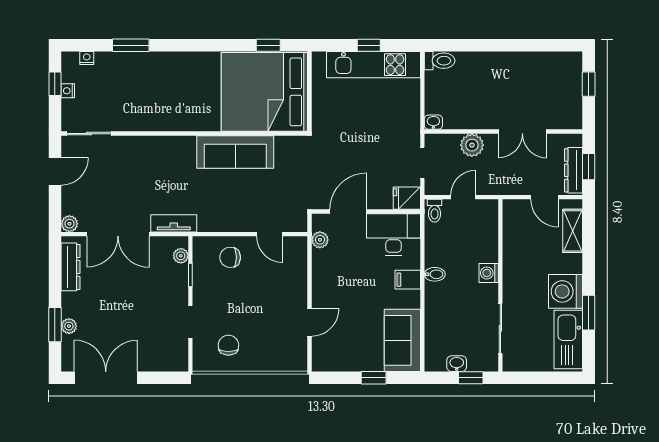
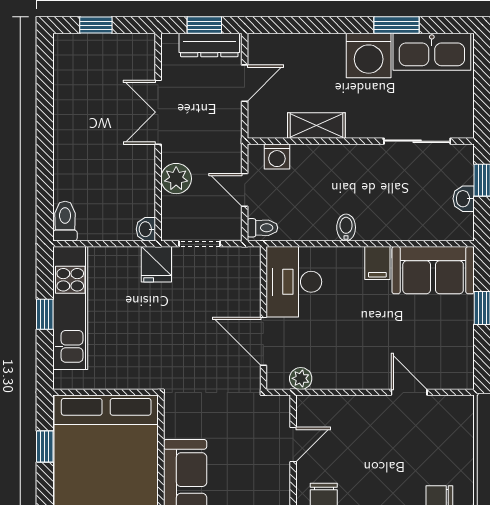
double door: (522, 131) -> (158, 112), swing flipped
fridge: (407, 198) -> (156, 264), moved
shelving: (573, 231) -> (316, 126), moved
washing machine: (489, 273) -> (277, 157), moved
filing cabinet: (408, 280) -> (377, 263), moved

